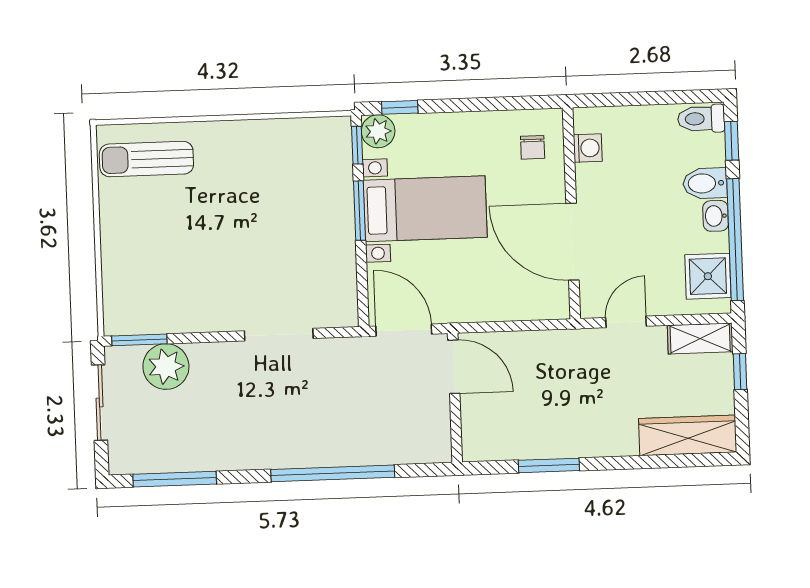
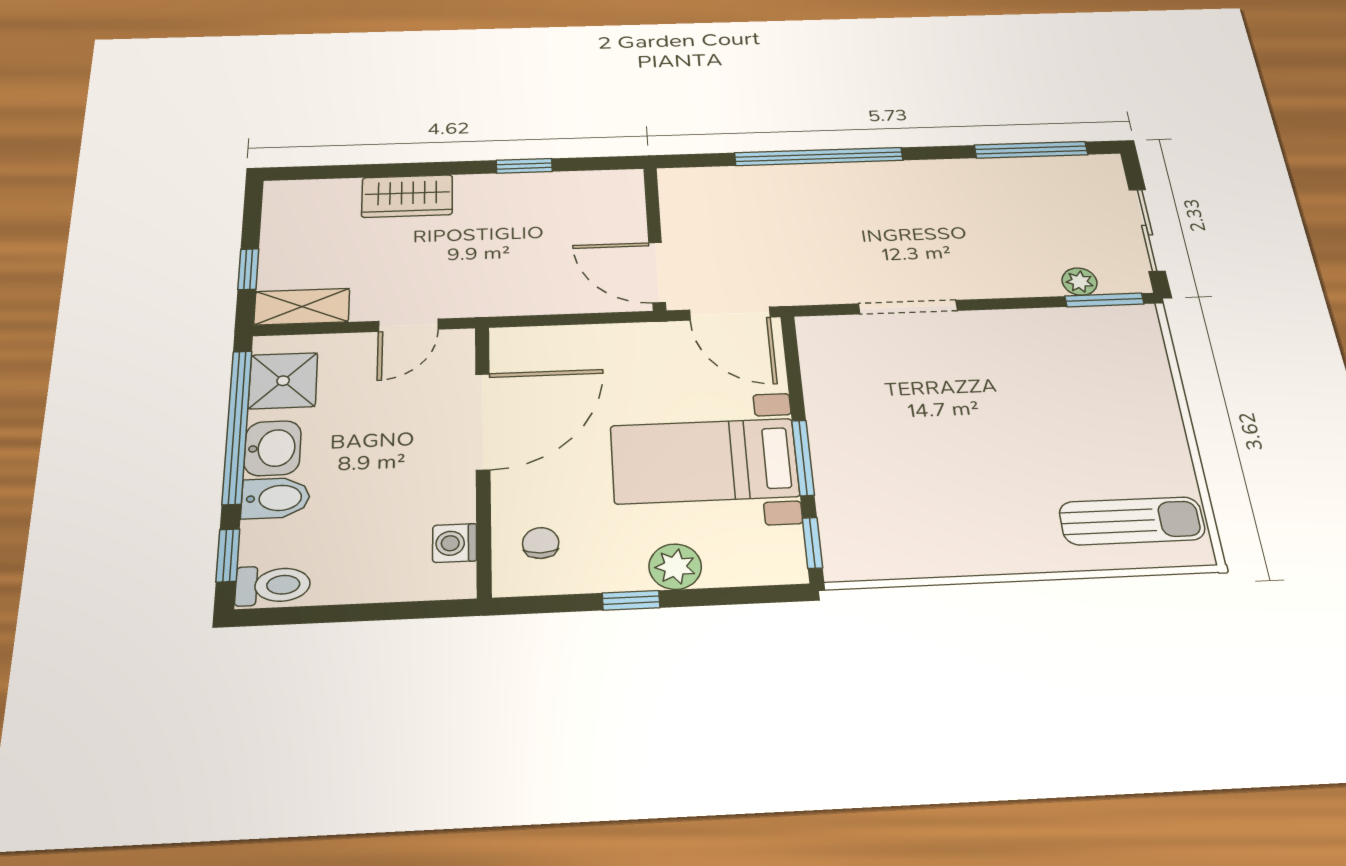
window: (400, 107) -> (631, 600), moved
plant: (378, 131) -> (675, 567), moved
washbasin: (716, 216) -> (273, 448), width x1.38, depth x1.45
door: (572, 242) -> (483, 421), hinge flipped
plant: (166, 367) -> (1080, 282), width x0.53, depth x0.53
wardrobe: (688, 435) -> (407, 196), moved, width x0.67
window: (549, 465) -> (524, 166), width x0.67

